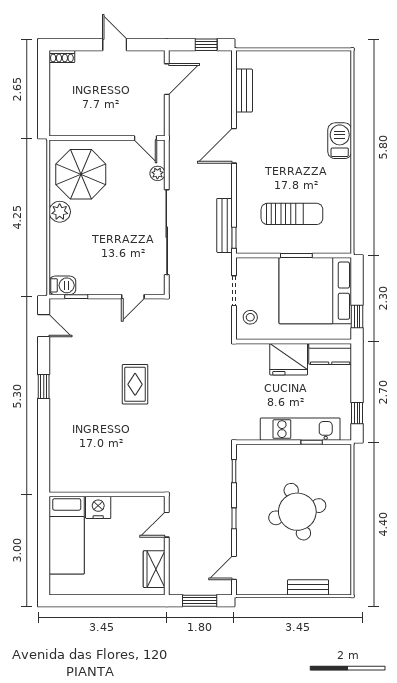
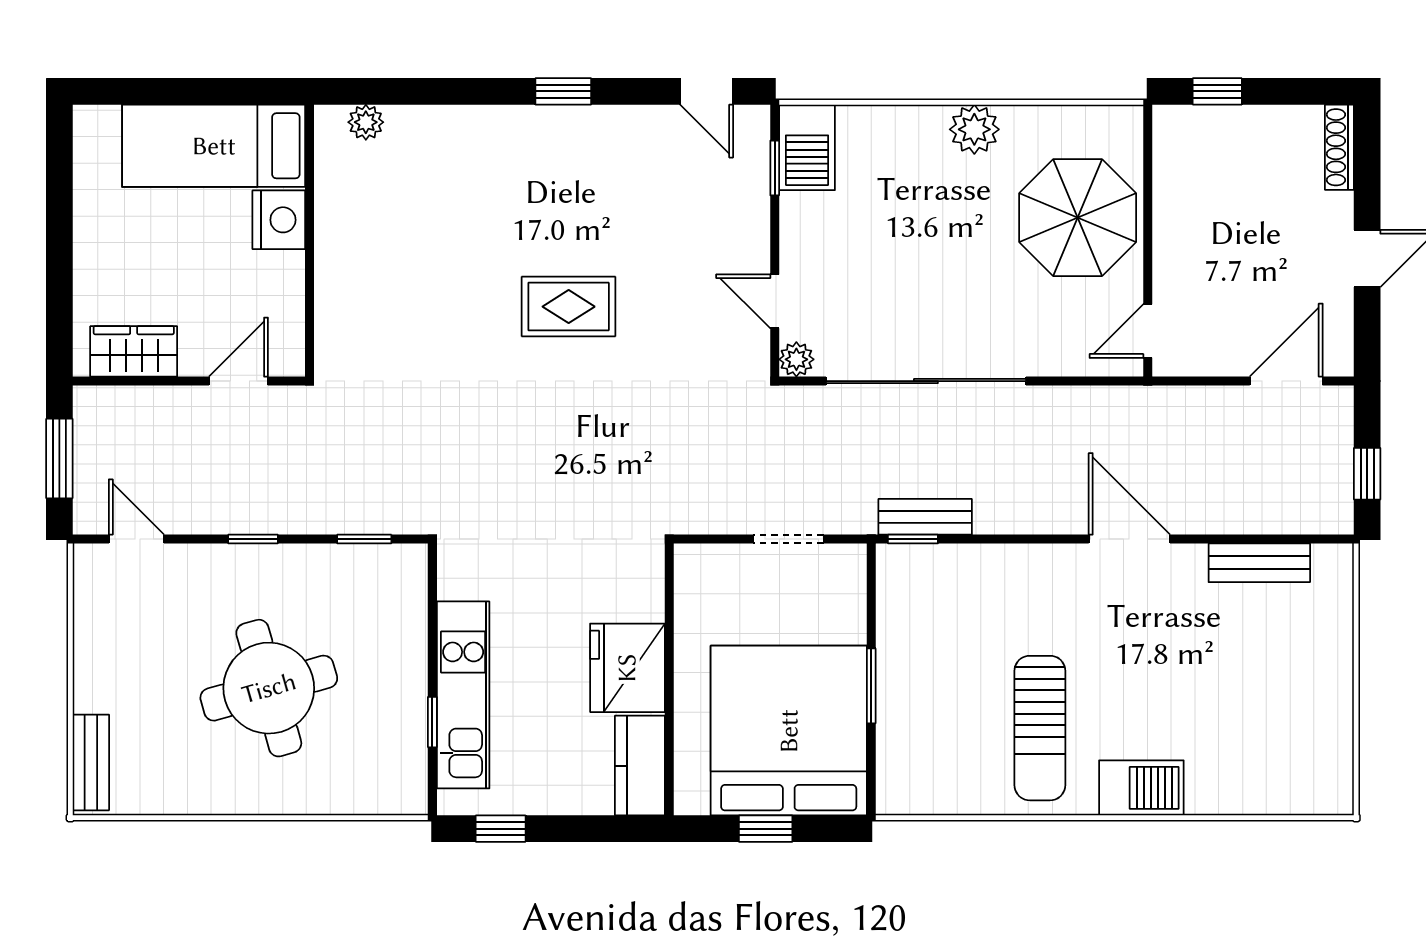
shoe rack: (62, 57) -> (1339, 147), width x1.43
door: (167, 79) -> (1286, 381), swing flipped
window: (44, 108) -> (1217, 91), added
plant: (157, 173) -> (796, 359), moved
parasol: (81, 174) -> (1078, 218), moved
sun lounger: (292, 214) -> (1040, 728), moved
bench: (224, 225) -> (925, 517), width x0.73
barbecue: (62, 285) -> (807, 147), width x1.38, depth x1.27
window: (357, 316) -> (766, 829), moved
stool: (250, 317) -> (726, 577), removed
door: (44, 326) -> (707, 91), hinge flipped
plant: (57, 470) -> (366, 122), added
door: (167, 525) -> (238, 381), hinge flipped
bench: (308, 587) -> (91, 762), moved

